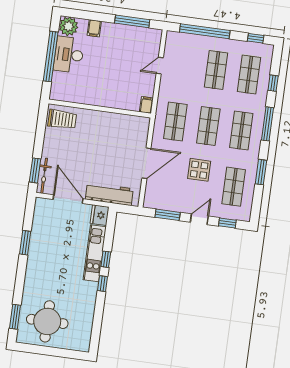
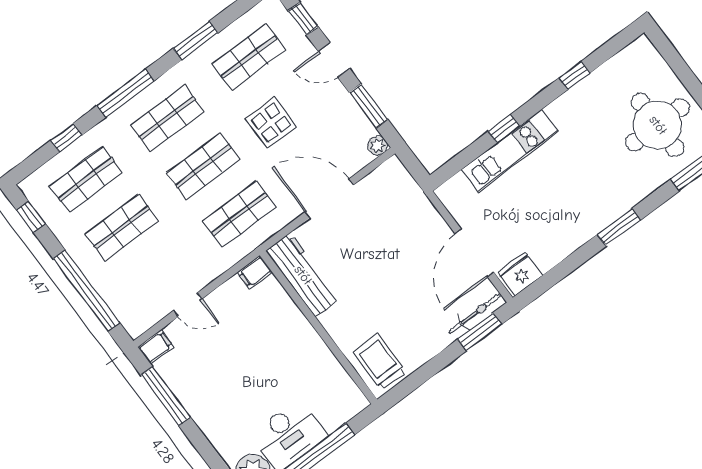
filing cabinet: (94, 28) -> (156, 347), moved
workbench: (109, 194) -> (303, 275), moved, turned 180
plant: (148, 203) -> (378, 146), added
fridge: (100, 215) -> (520, 274), moved, turned 180
window: (25, 243) -> (619, 227), moved
window: (102, 284) -> (575, 75), moved

